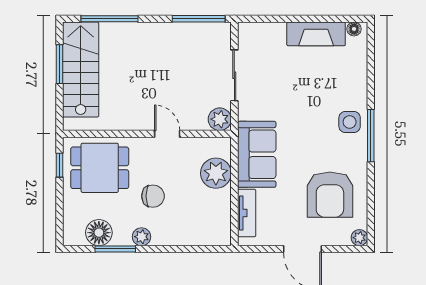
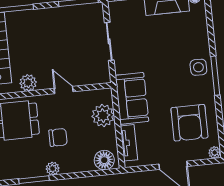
plant: (220, 119) -> (28, 83), moved
floor lamp: (99, 233) -> (104, 160), moved

